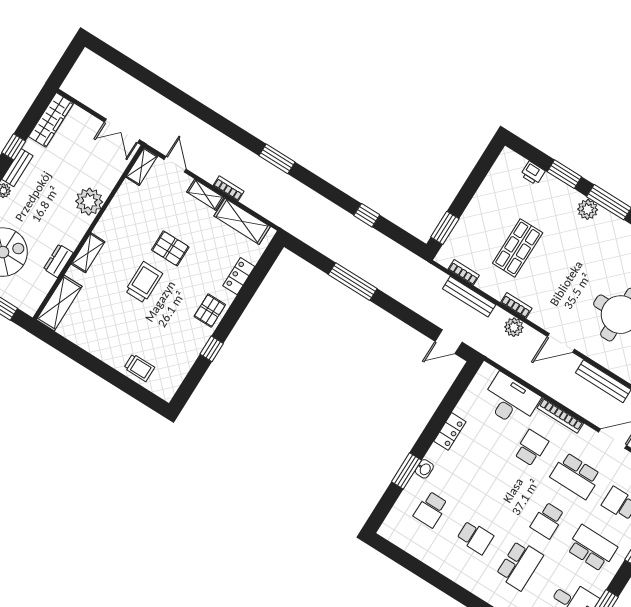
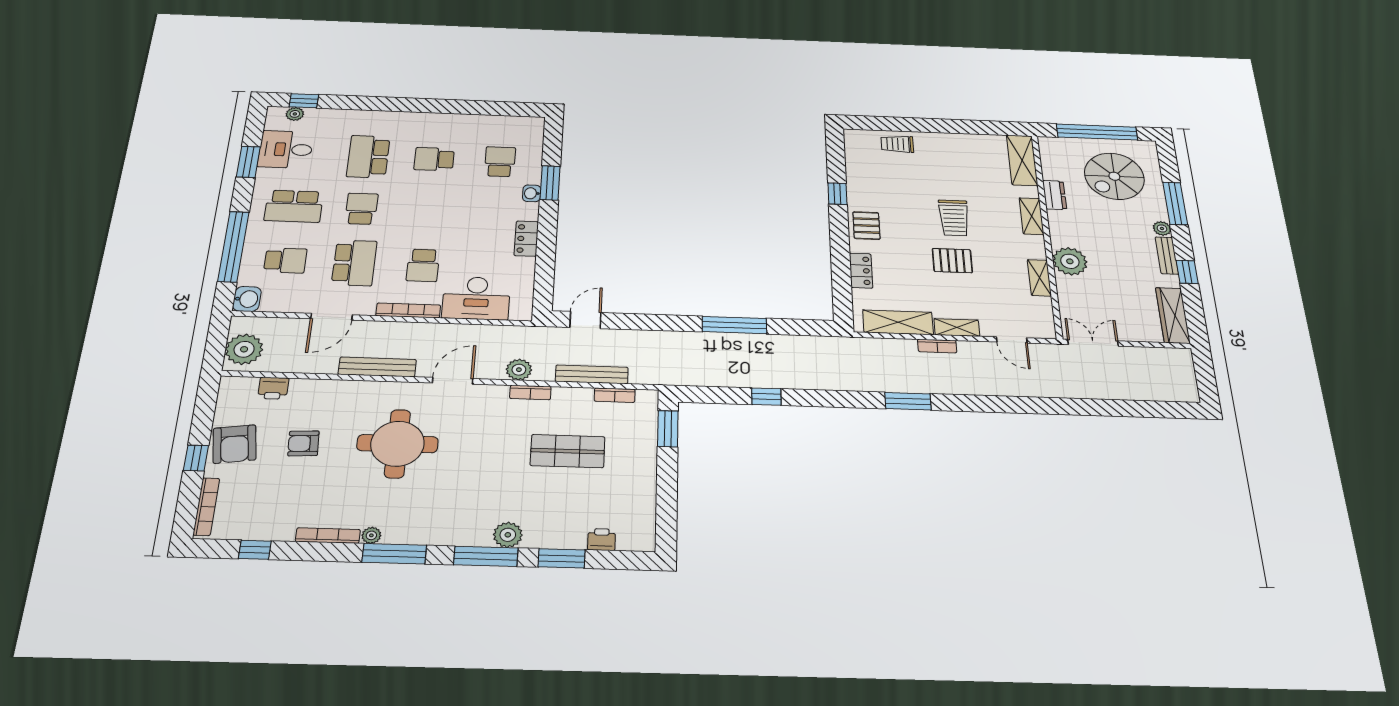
shelving: (142, 167) -> (1039, 278), moved
shop shelf: (518, 248) -> (568, 451), turned 90
school desk: (576, 476) -> (354, 263), turned 90

